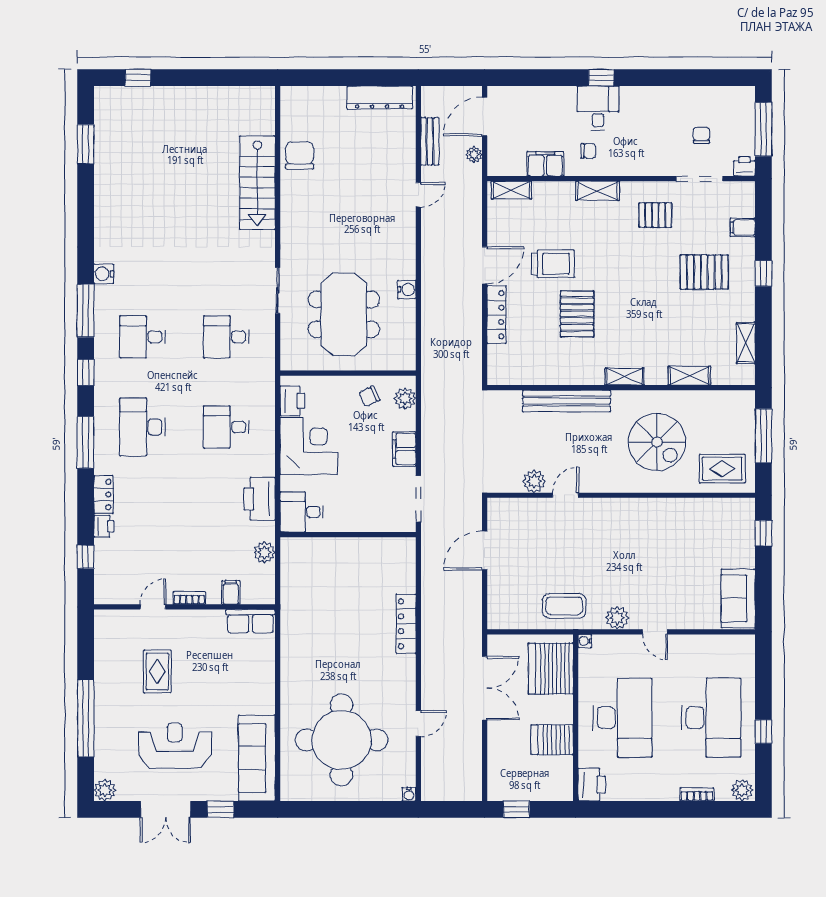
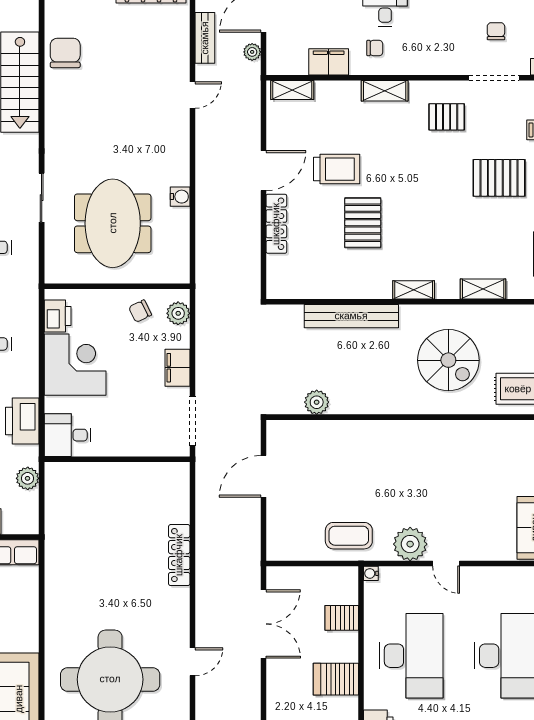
door: (565, 495) -> (350, 417), removed
plant: (617, 618) -> (410, 544), width x1.36, depth x1.36
server rack: (551, 669) -> (342, 618), width x0.46, depth x0.70

